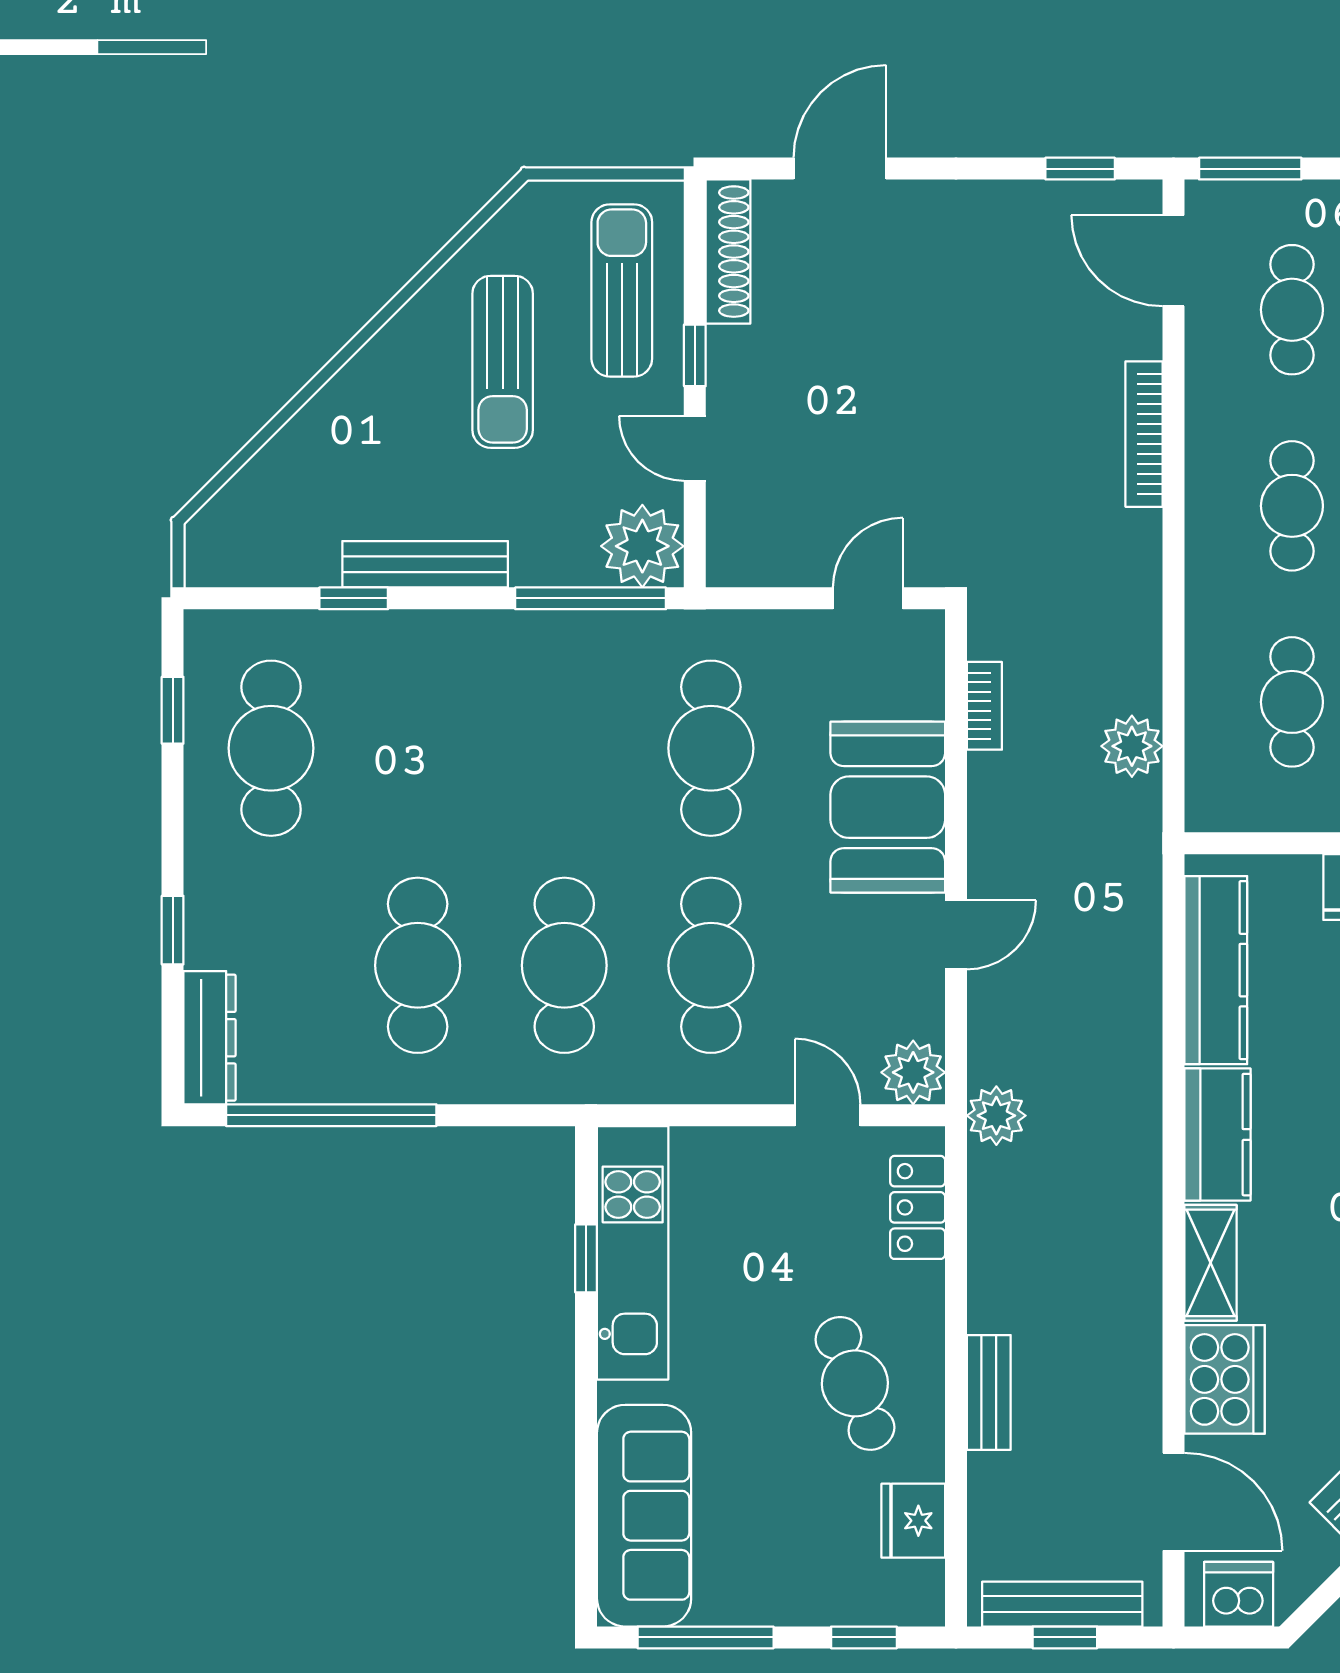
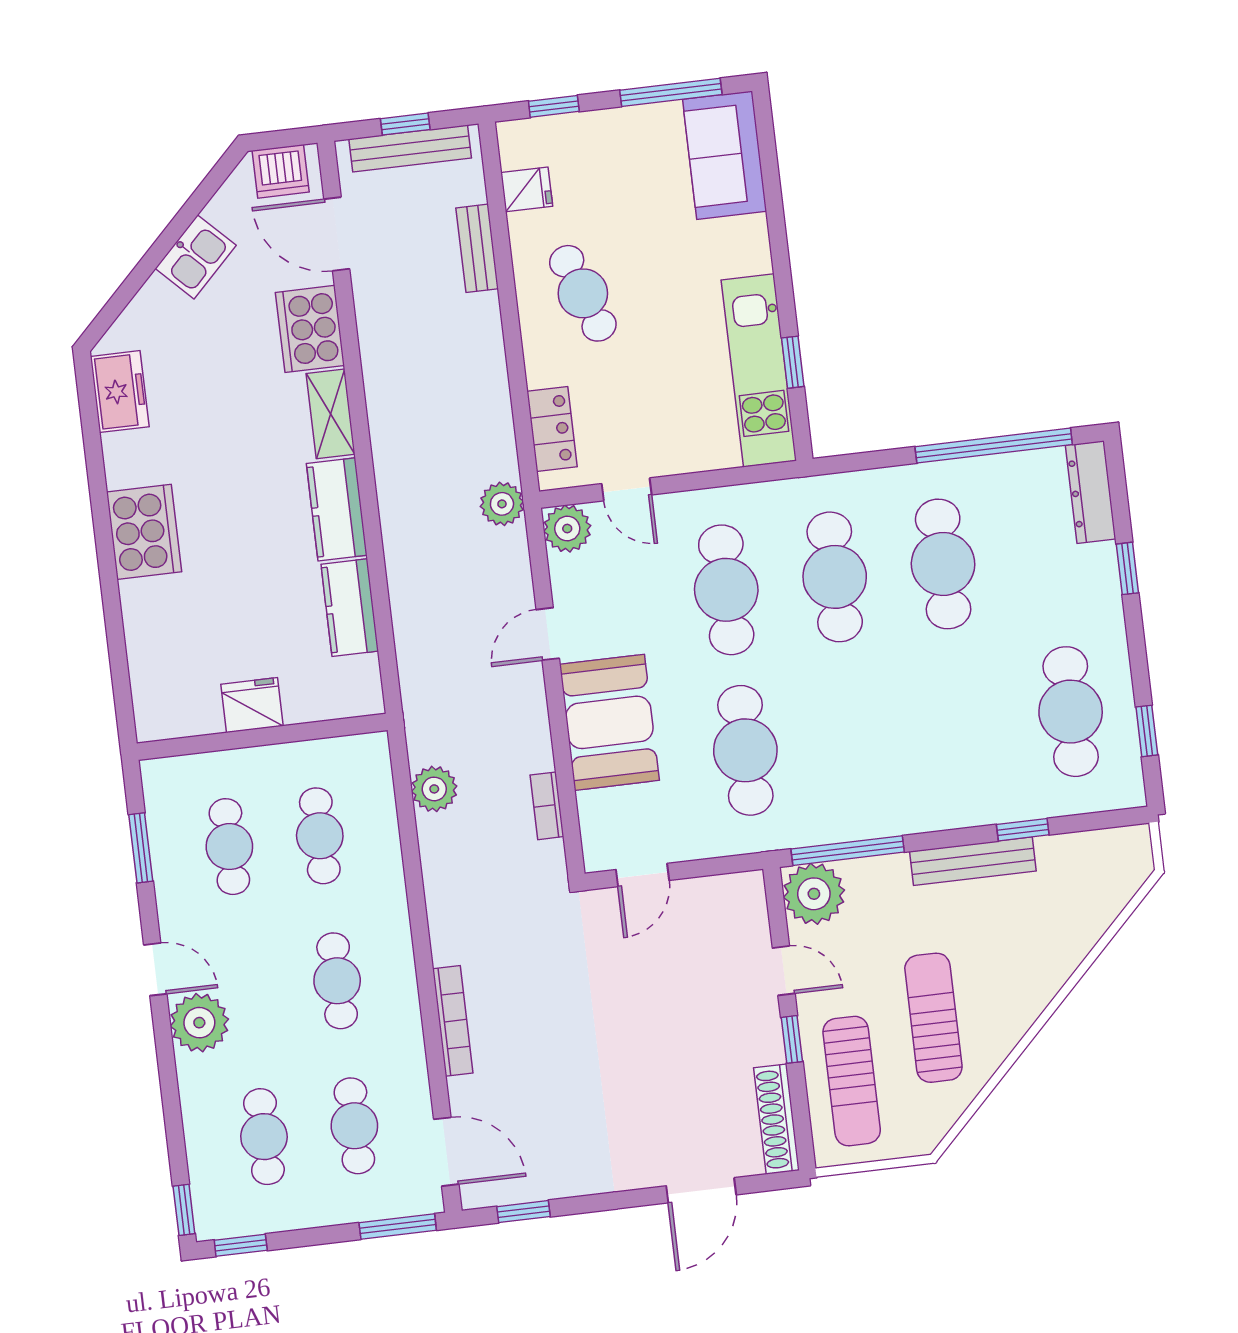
kitchen counter: (1216, 970) -> (350, 608), width x0.67
bench: (989, 1392) -> (477, 248), moved
sofa: (644, 1516) -> (725, 155), width x0.73
fridge: (913, 1521) -> (527, 189), width x0.72

